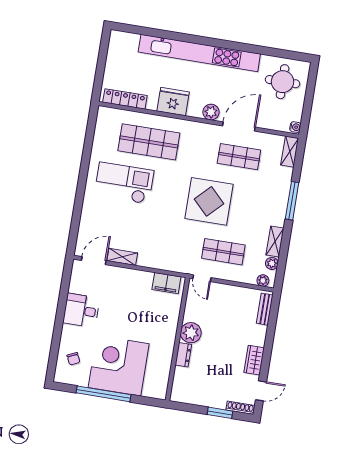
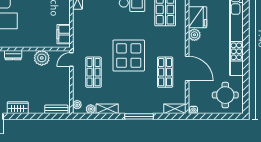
plant: (211, 112) -> (194, 35), moved
plant: (191, 333) -> (42, 58), moved

